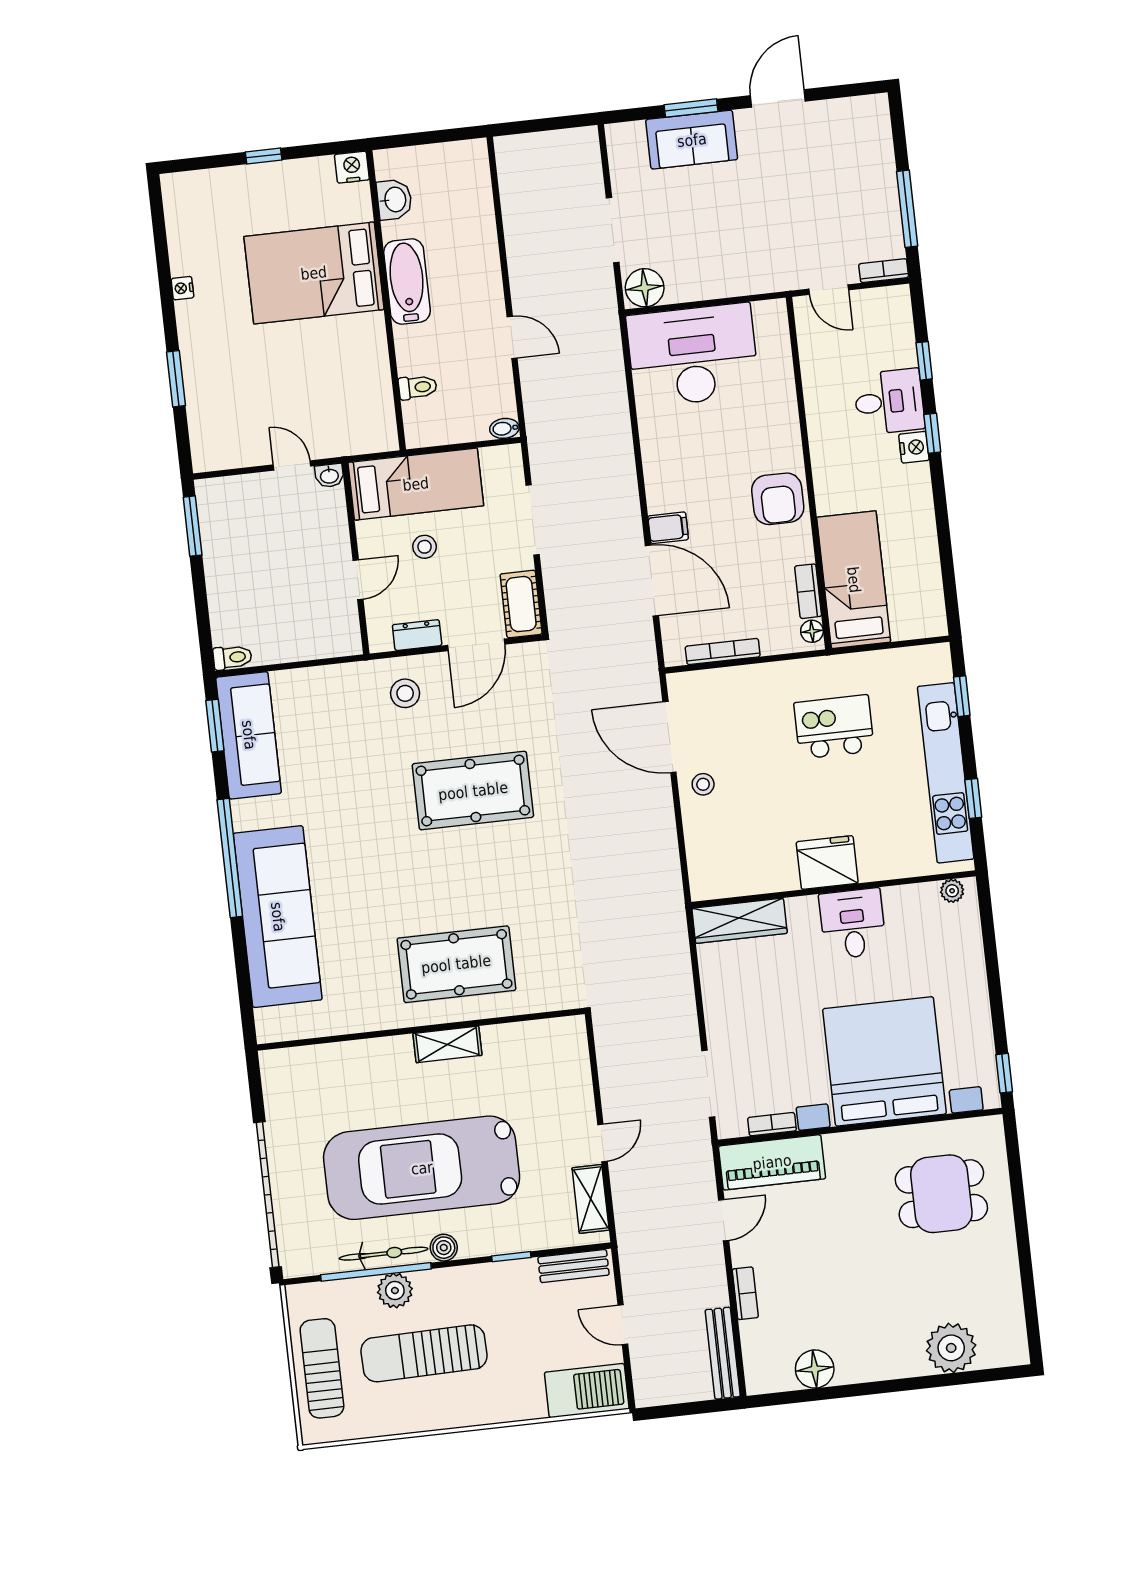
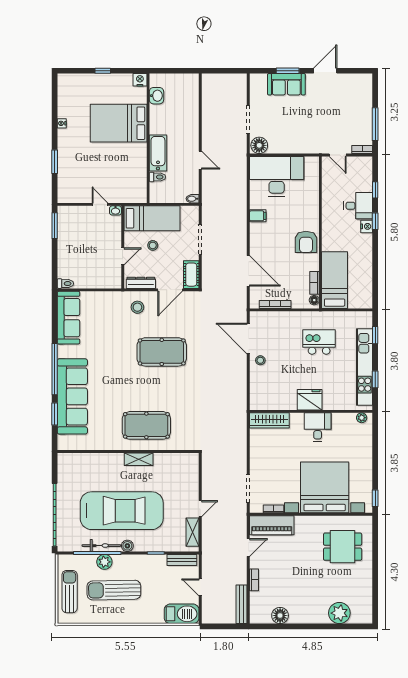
bathtub: (407, 282) -> (158, 153), moved
filing cabinet: (668, 528) -> (258, 216), moved
dresser: (417, 635) -> (141, 283), width x1.44
window: (215, 726) -> (55, 414), moved
car: (422, 1168) -> (122, 511), turned 180

